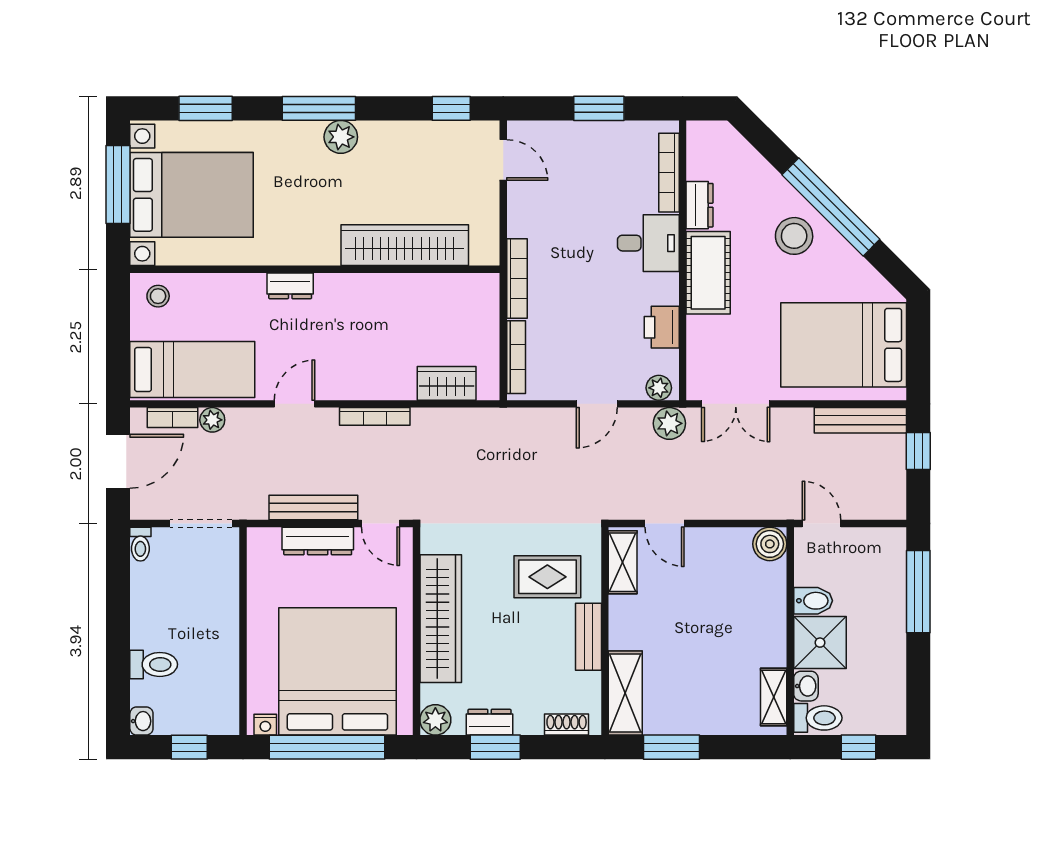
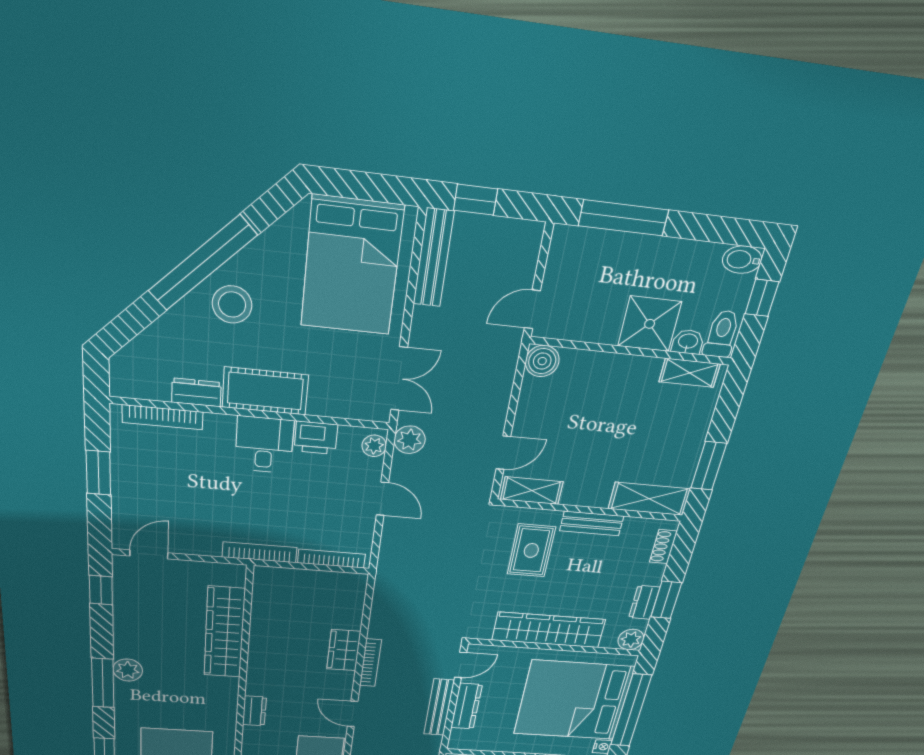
desk: (648, 243) -> (264, 445), moved
wardrobe: (447, 383) -> (344, 650), moved
bidet: (813, 601) -> (742, 260), moved, turned -90

